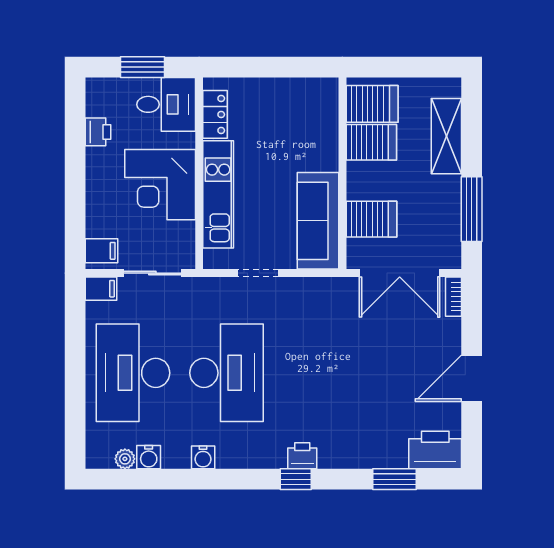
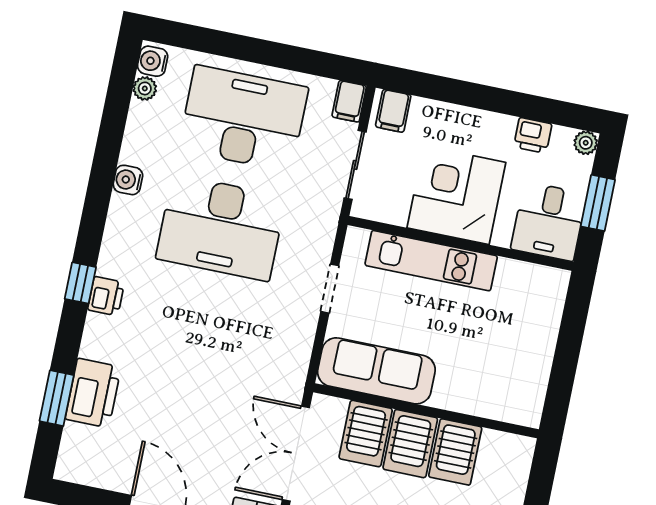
plant: (95, 87) -> (586, 143), added
server rack: (372, 104) -> (410, 444), moved
locker: (215, 114) -> (525, 276), removed
printer: (435, 450) -> (93, 393), moved
water cooler: (149, 457) -> (153, 61), moved

